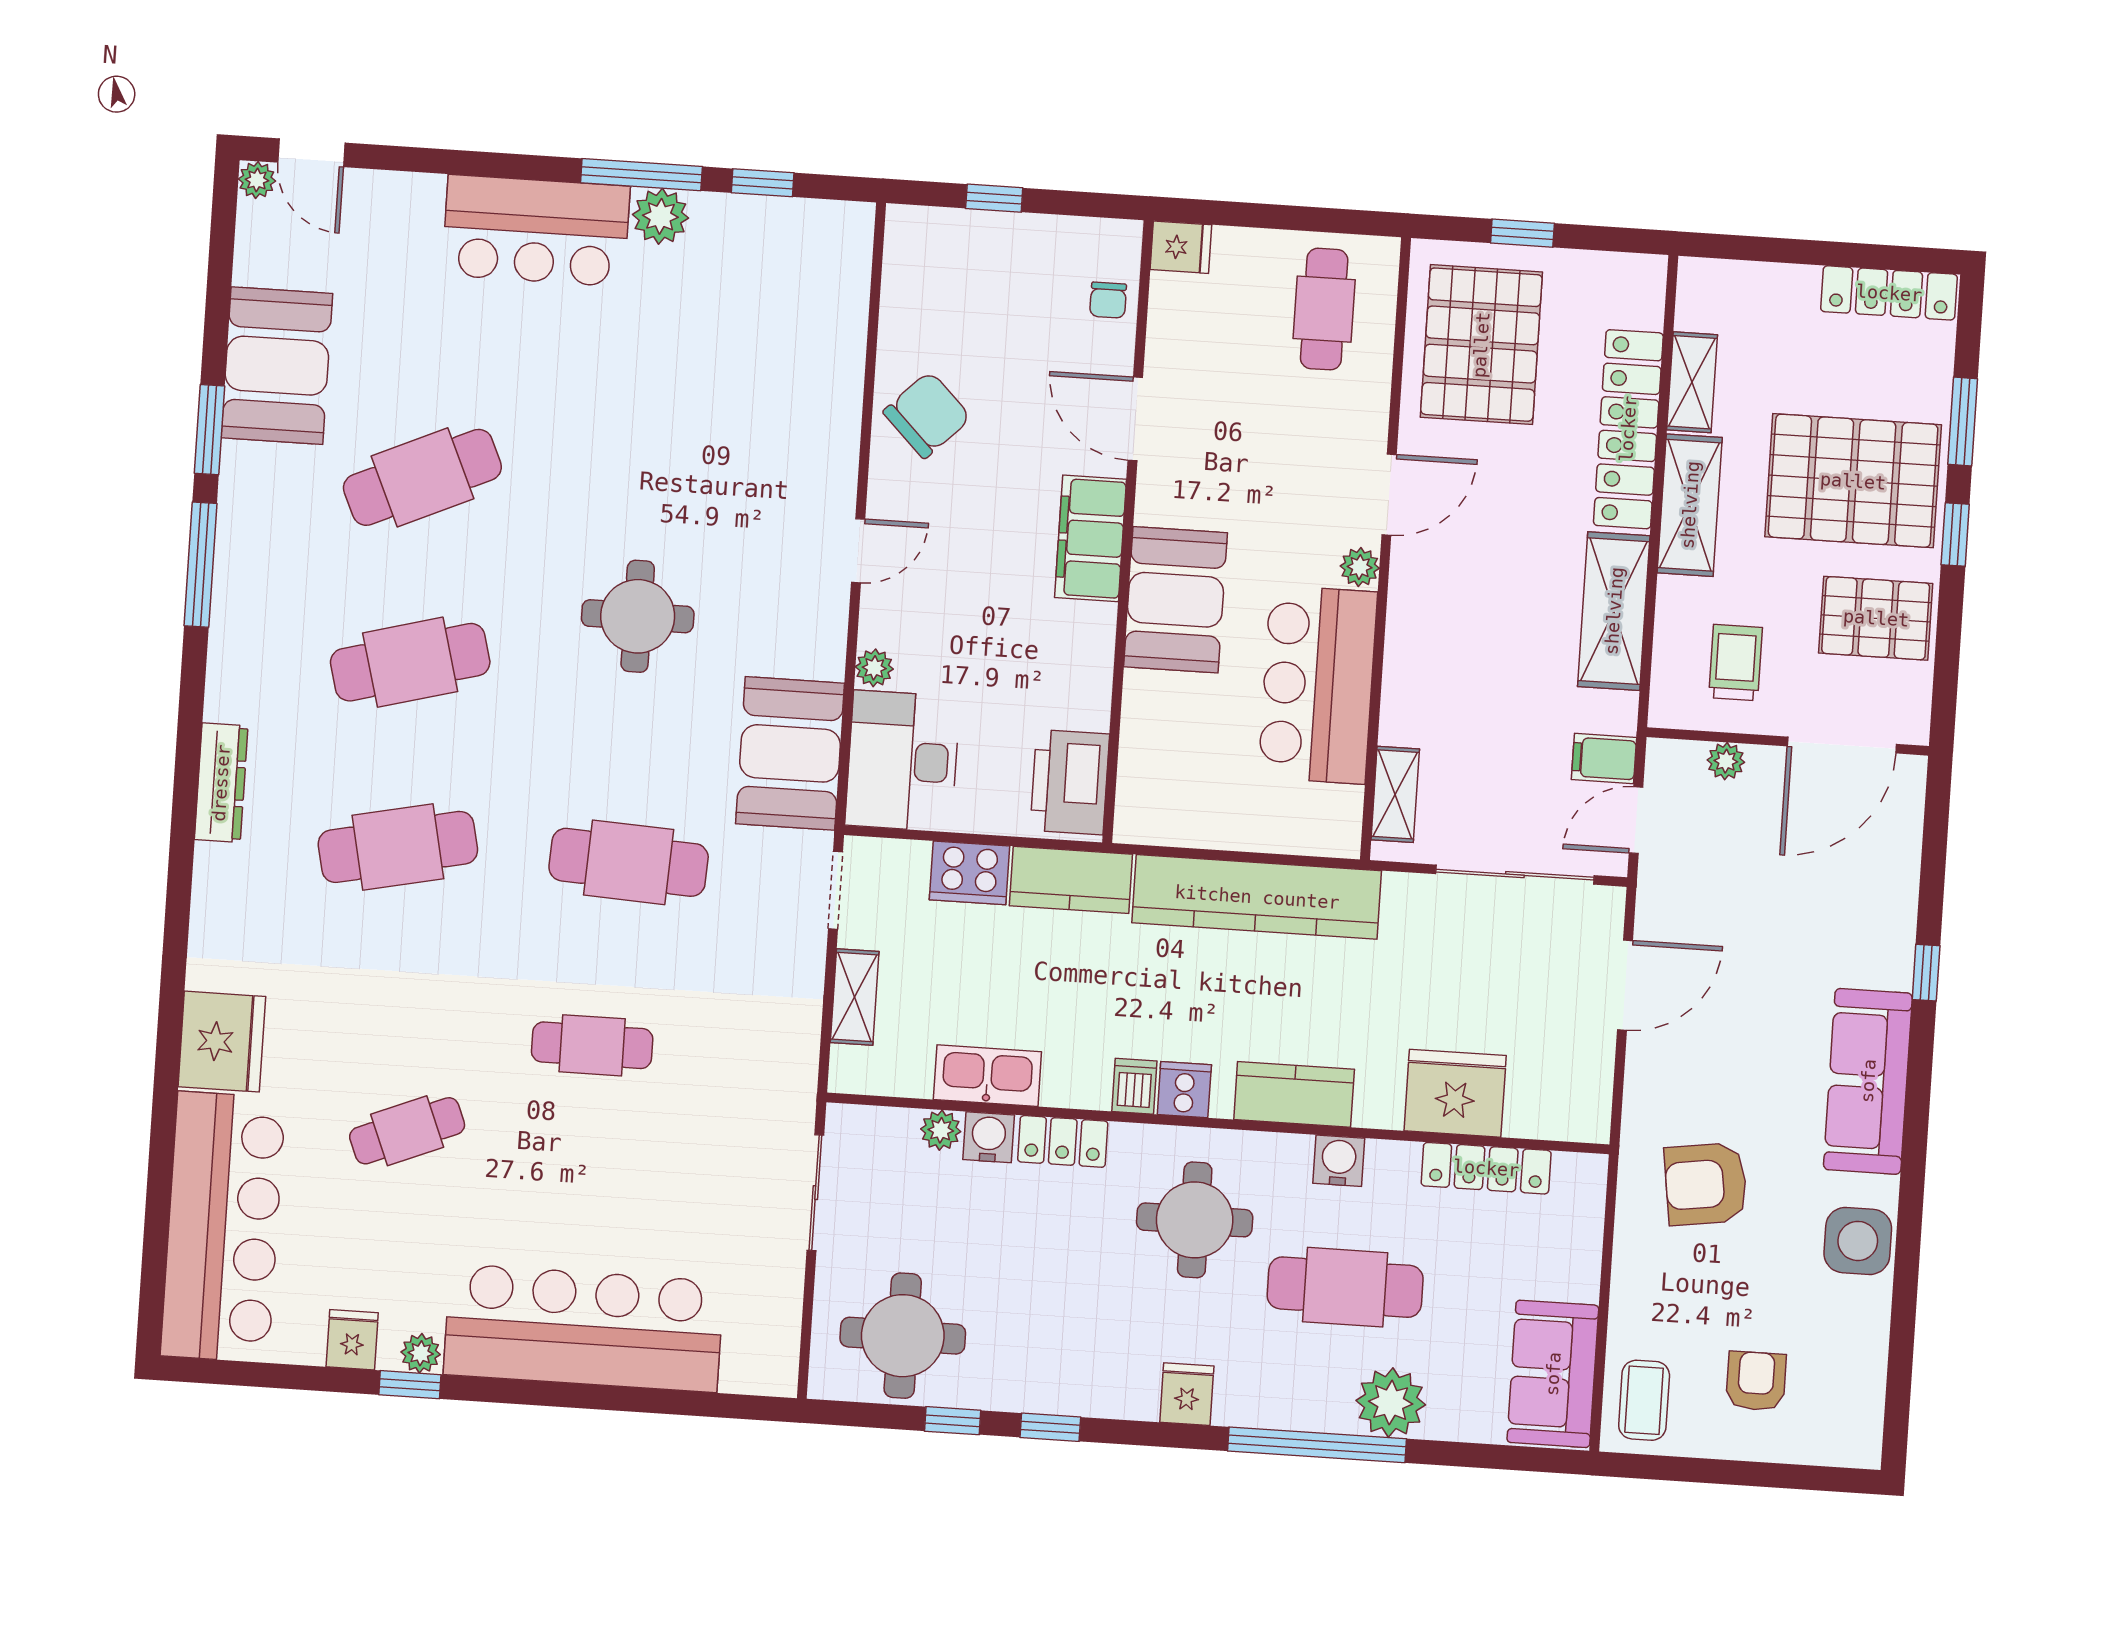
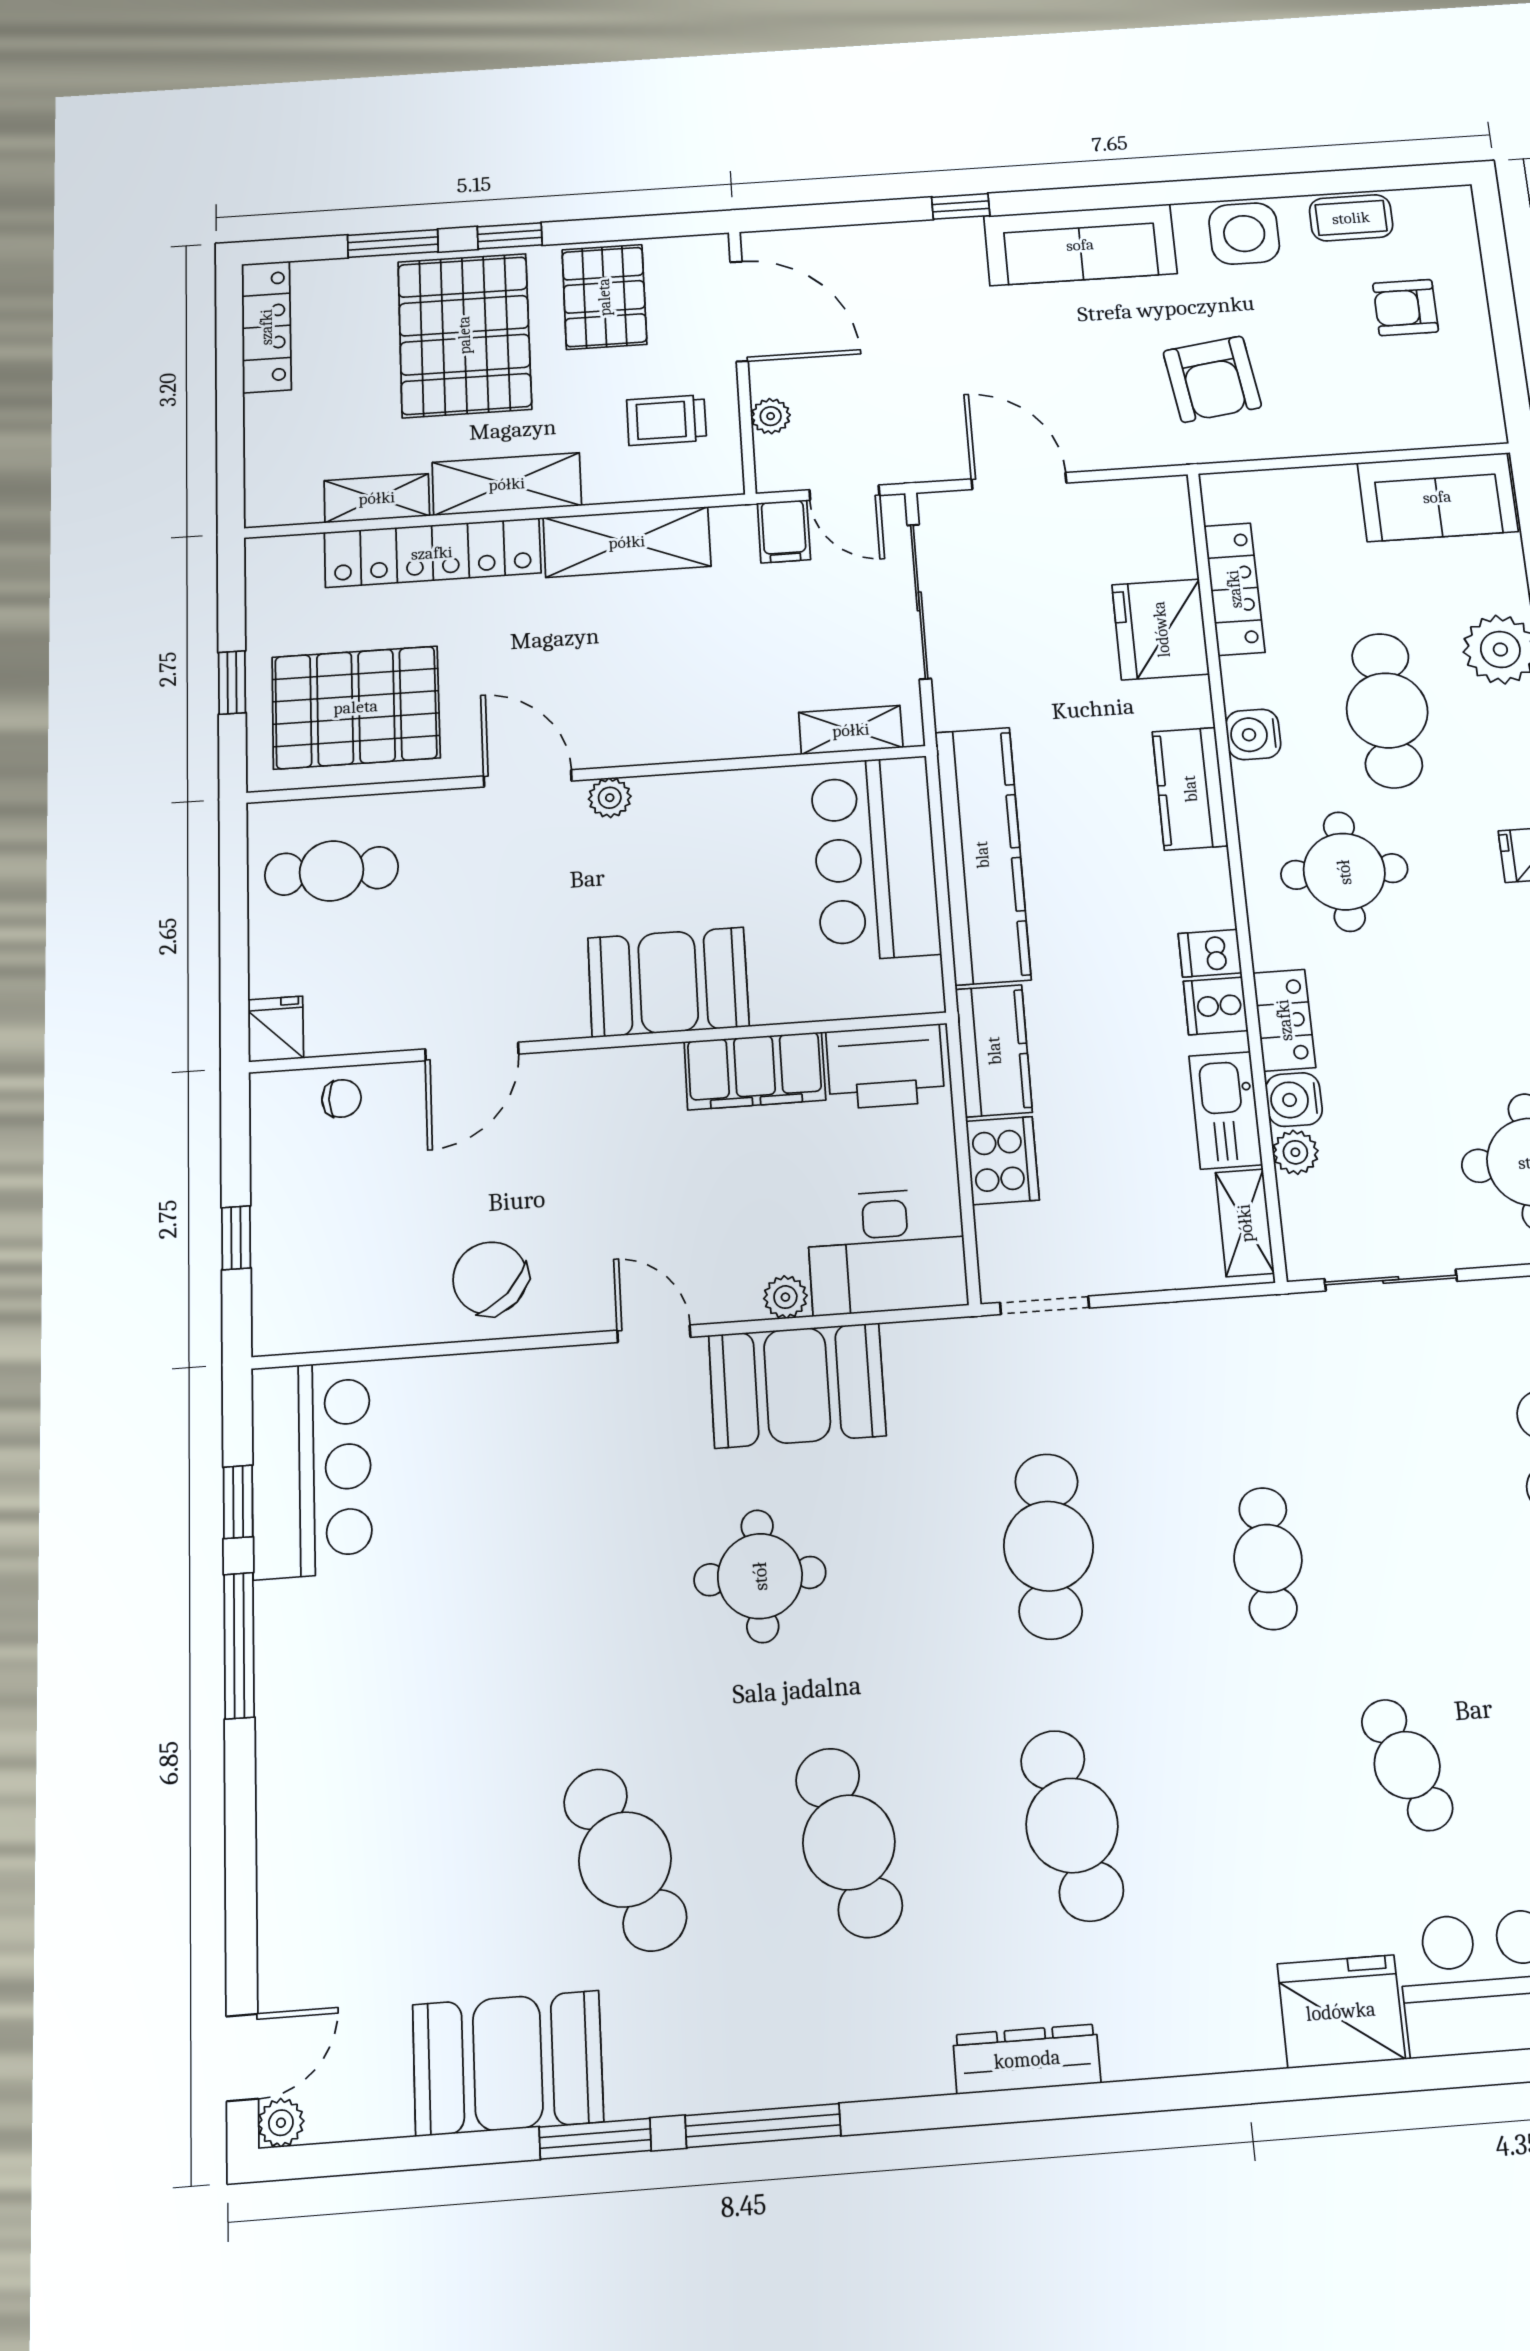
plant: (660, 216) -> (287, 1616), removed
bar counter: (536, 231) -> (311, 1469), moved
filing cabinet: (1091, 538) -> (755, 1071), moved
bar counter: (1318, 685) -> (875, 858), moved, turned 90
booth: (790, 753) -> (797, 1385), moved
shelving: (855, 997) -> (1245, 1223), moved, turned 90
cooker: (1184, 1090) -> (1216, 1006), moved
coffee table: (1644, 1400) -> (1351, 218), moved

